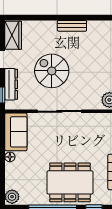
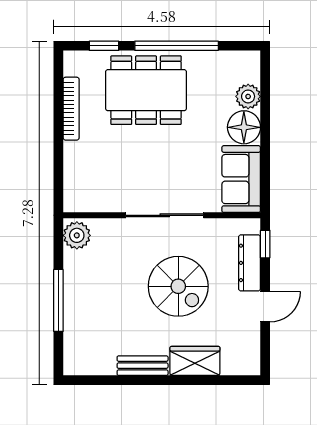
wardrobe: (13, 35) -> (195, 361), moved, turned 90
floor lamp: (10, 157) -> (244, 127), width x1.89, depth x1.89
plant: (12, 197) -> (248, 96), moved

